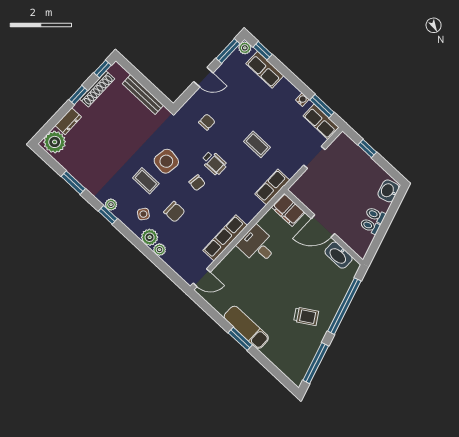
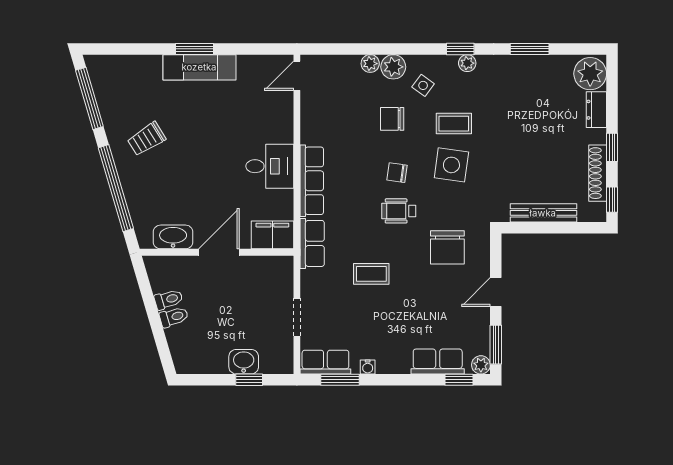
chair: (207, 122) -> (447, 247), width x1.87, depth x1.87
washbasin: (388, 191) -> (244, 362), moved, turned -74
row of seats: (225, 238) -> (312, 181), moved

